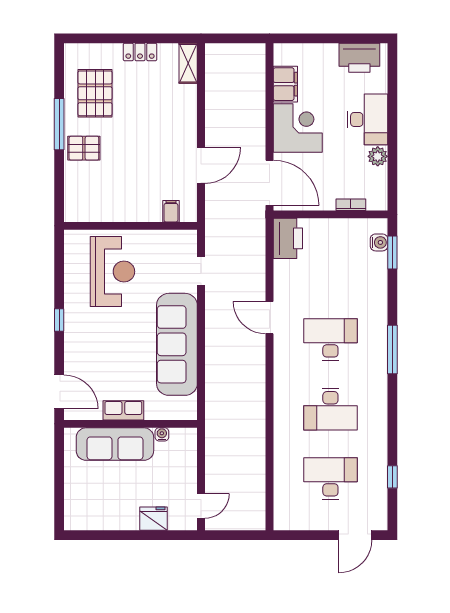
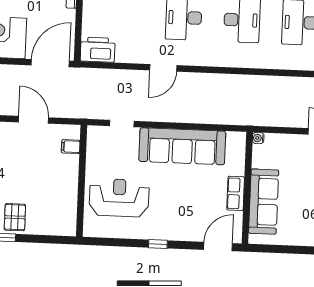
water cooler: (162, 434) -> (258, 138), moved

